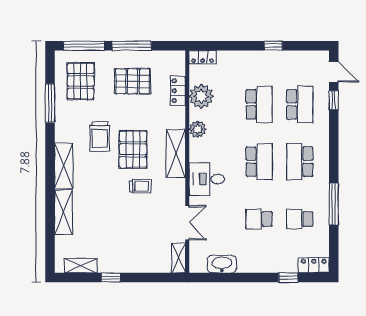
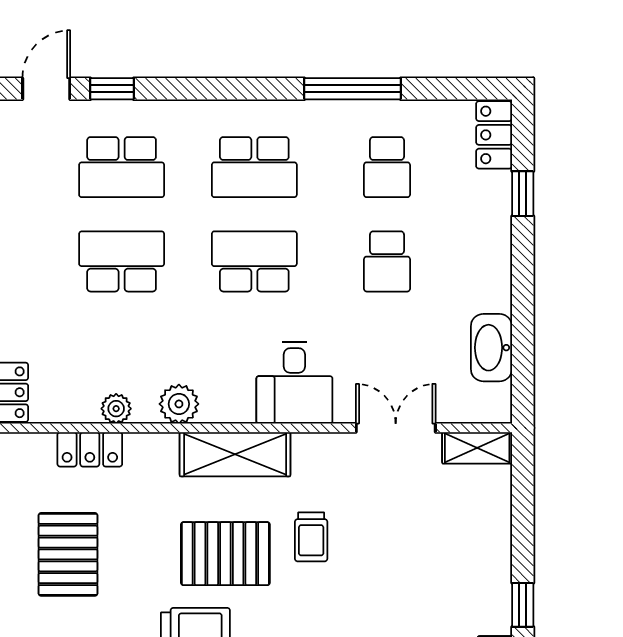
plant: (201, 96) -> (116, 409), width x0.53, depth x0.53
school desk: (300, 104) -> (122, 167), turned 180
trolley: (140, 186) -> (311, 537), turned 180

